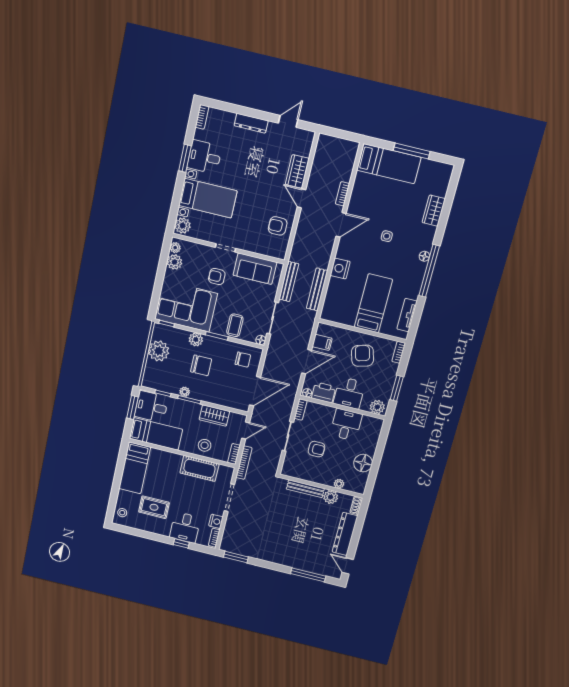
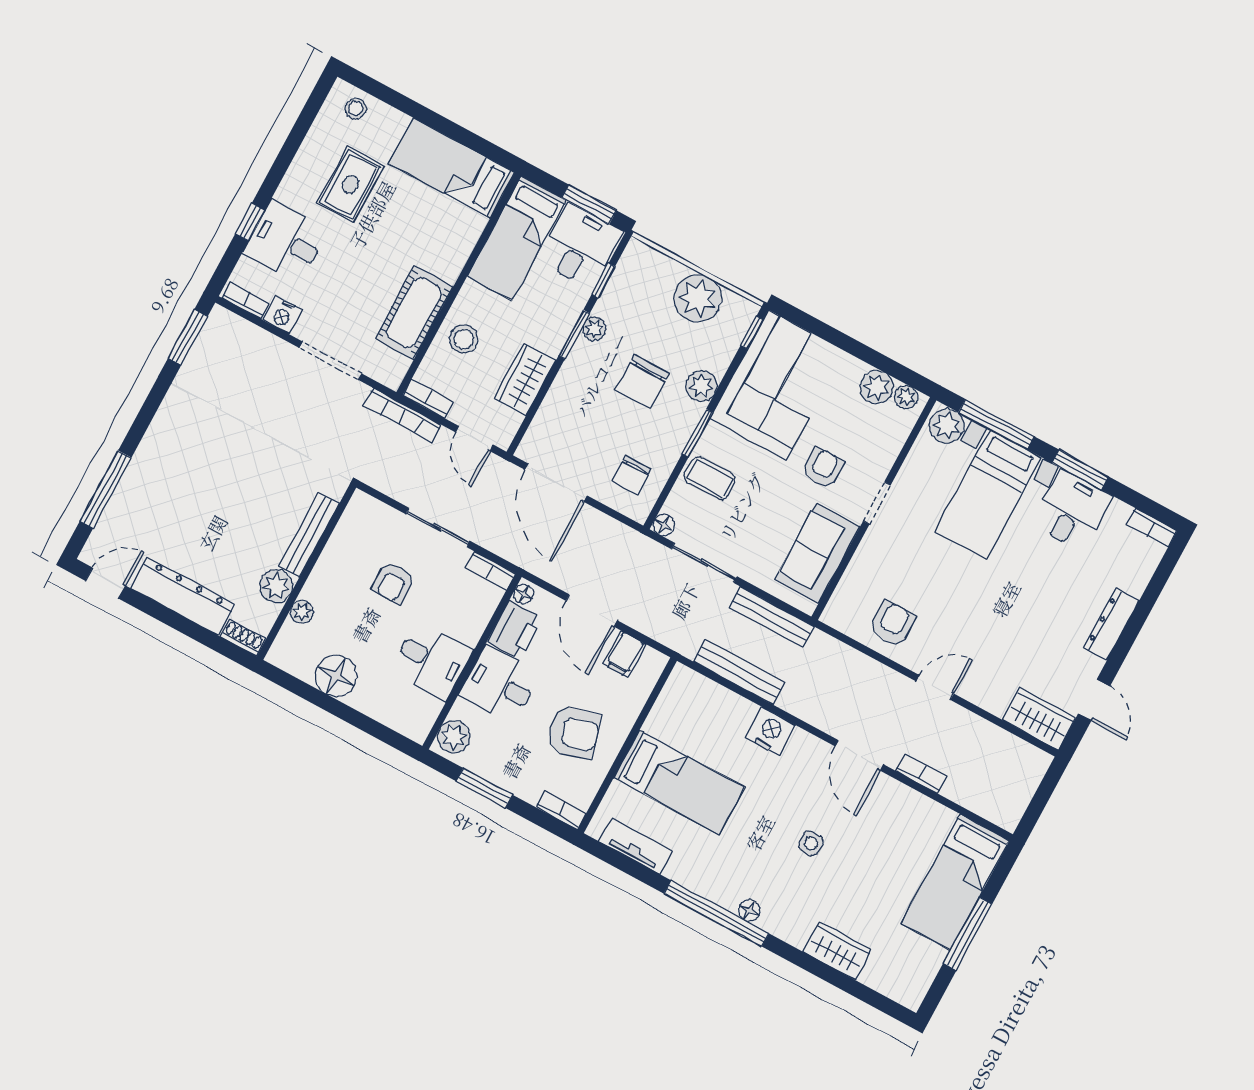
wardrobe: (297, 171) -> (1039, 719), moved
window: (176, 203) -> (996, 424), added

